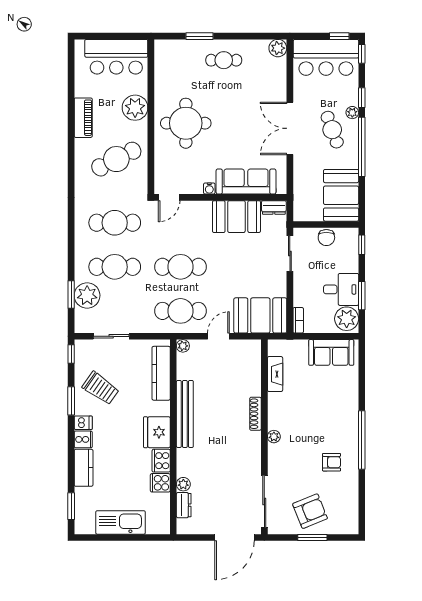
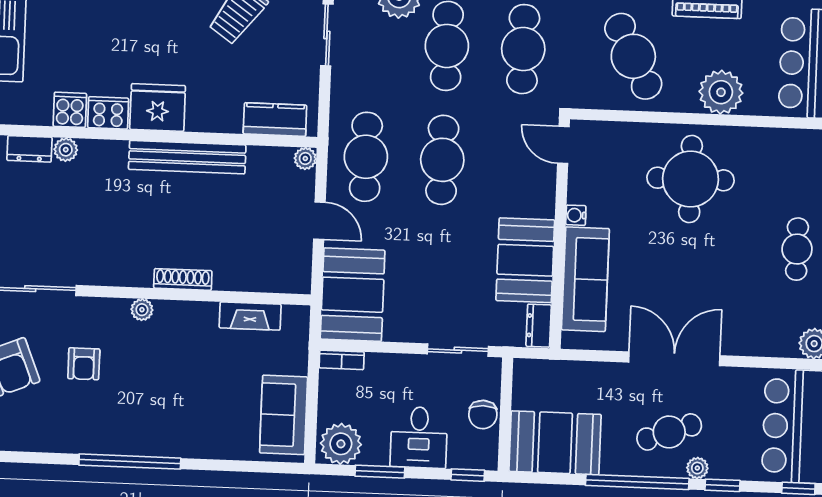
chair: (326, 238) -> (483, 415), turned -90
desk: (341, 289) -> (419, 437), moved
kitchen counter: (161, 373) -> (275, 119), width x0.67
armchair: (332, 462) -> (84, 364), moved

